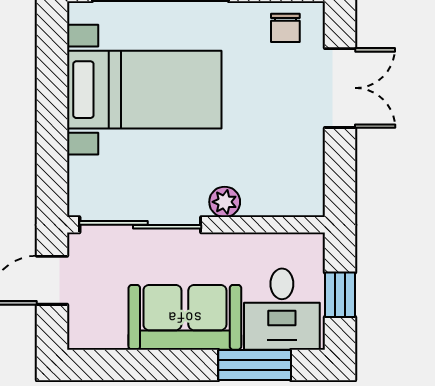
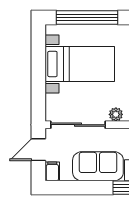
filing cabinet: (83, 329) -> (52, 171), added

